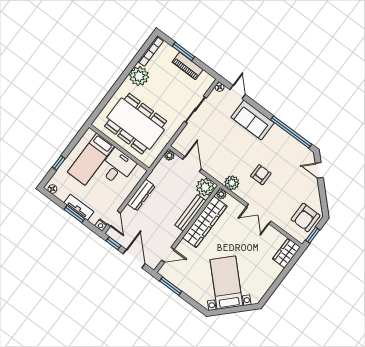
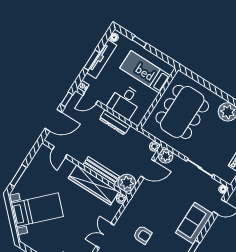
desk: (117, 167) -> (125, 101), moved, turned 90
plant: (232, 183) -> (166, 156), moved
tv unit: (79, 207) -> (102, 59), width x1.41
window: (171, 286) -> (18, 176), moved

